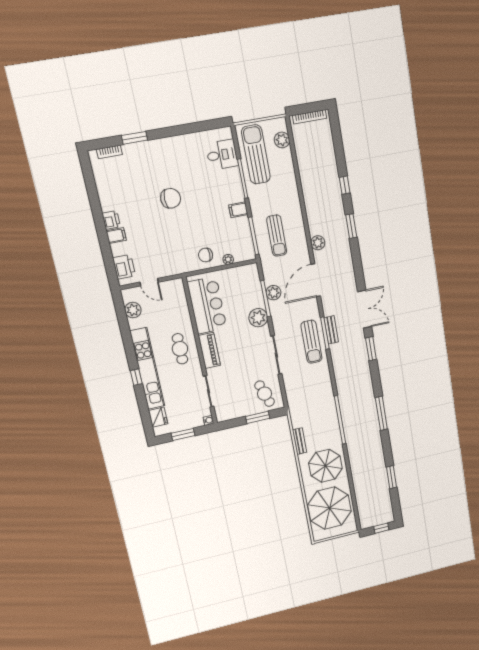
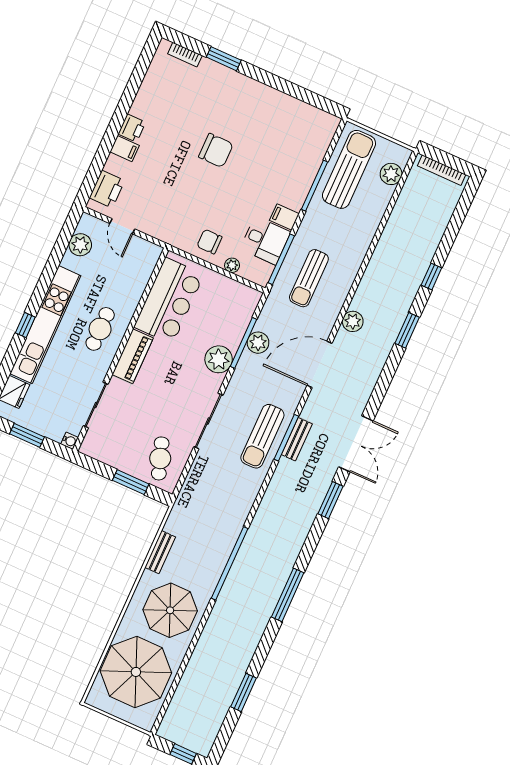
desk: (222, 155) -> (265, 240), moved

